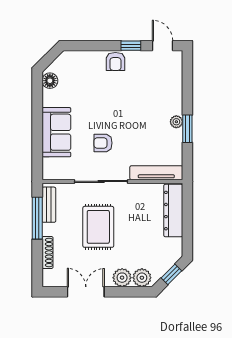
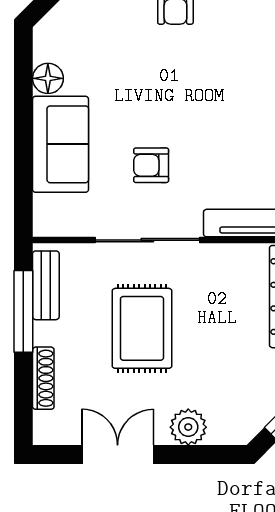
floor lamp: (50, 81) -> (48, 78), moved
plant: (142, 278) -> (227, 427), removed

